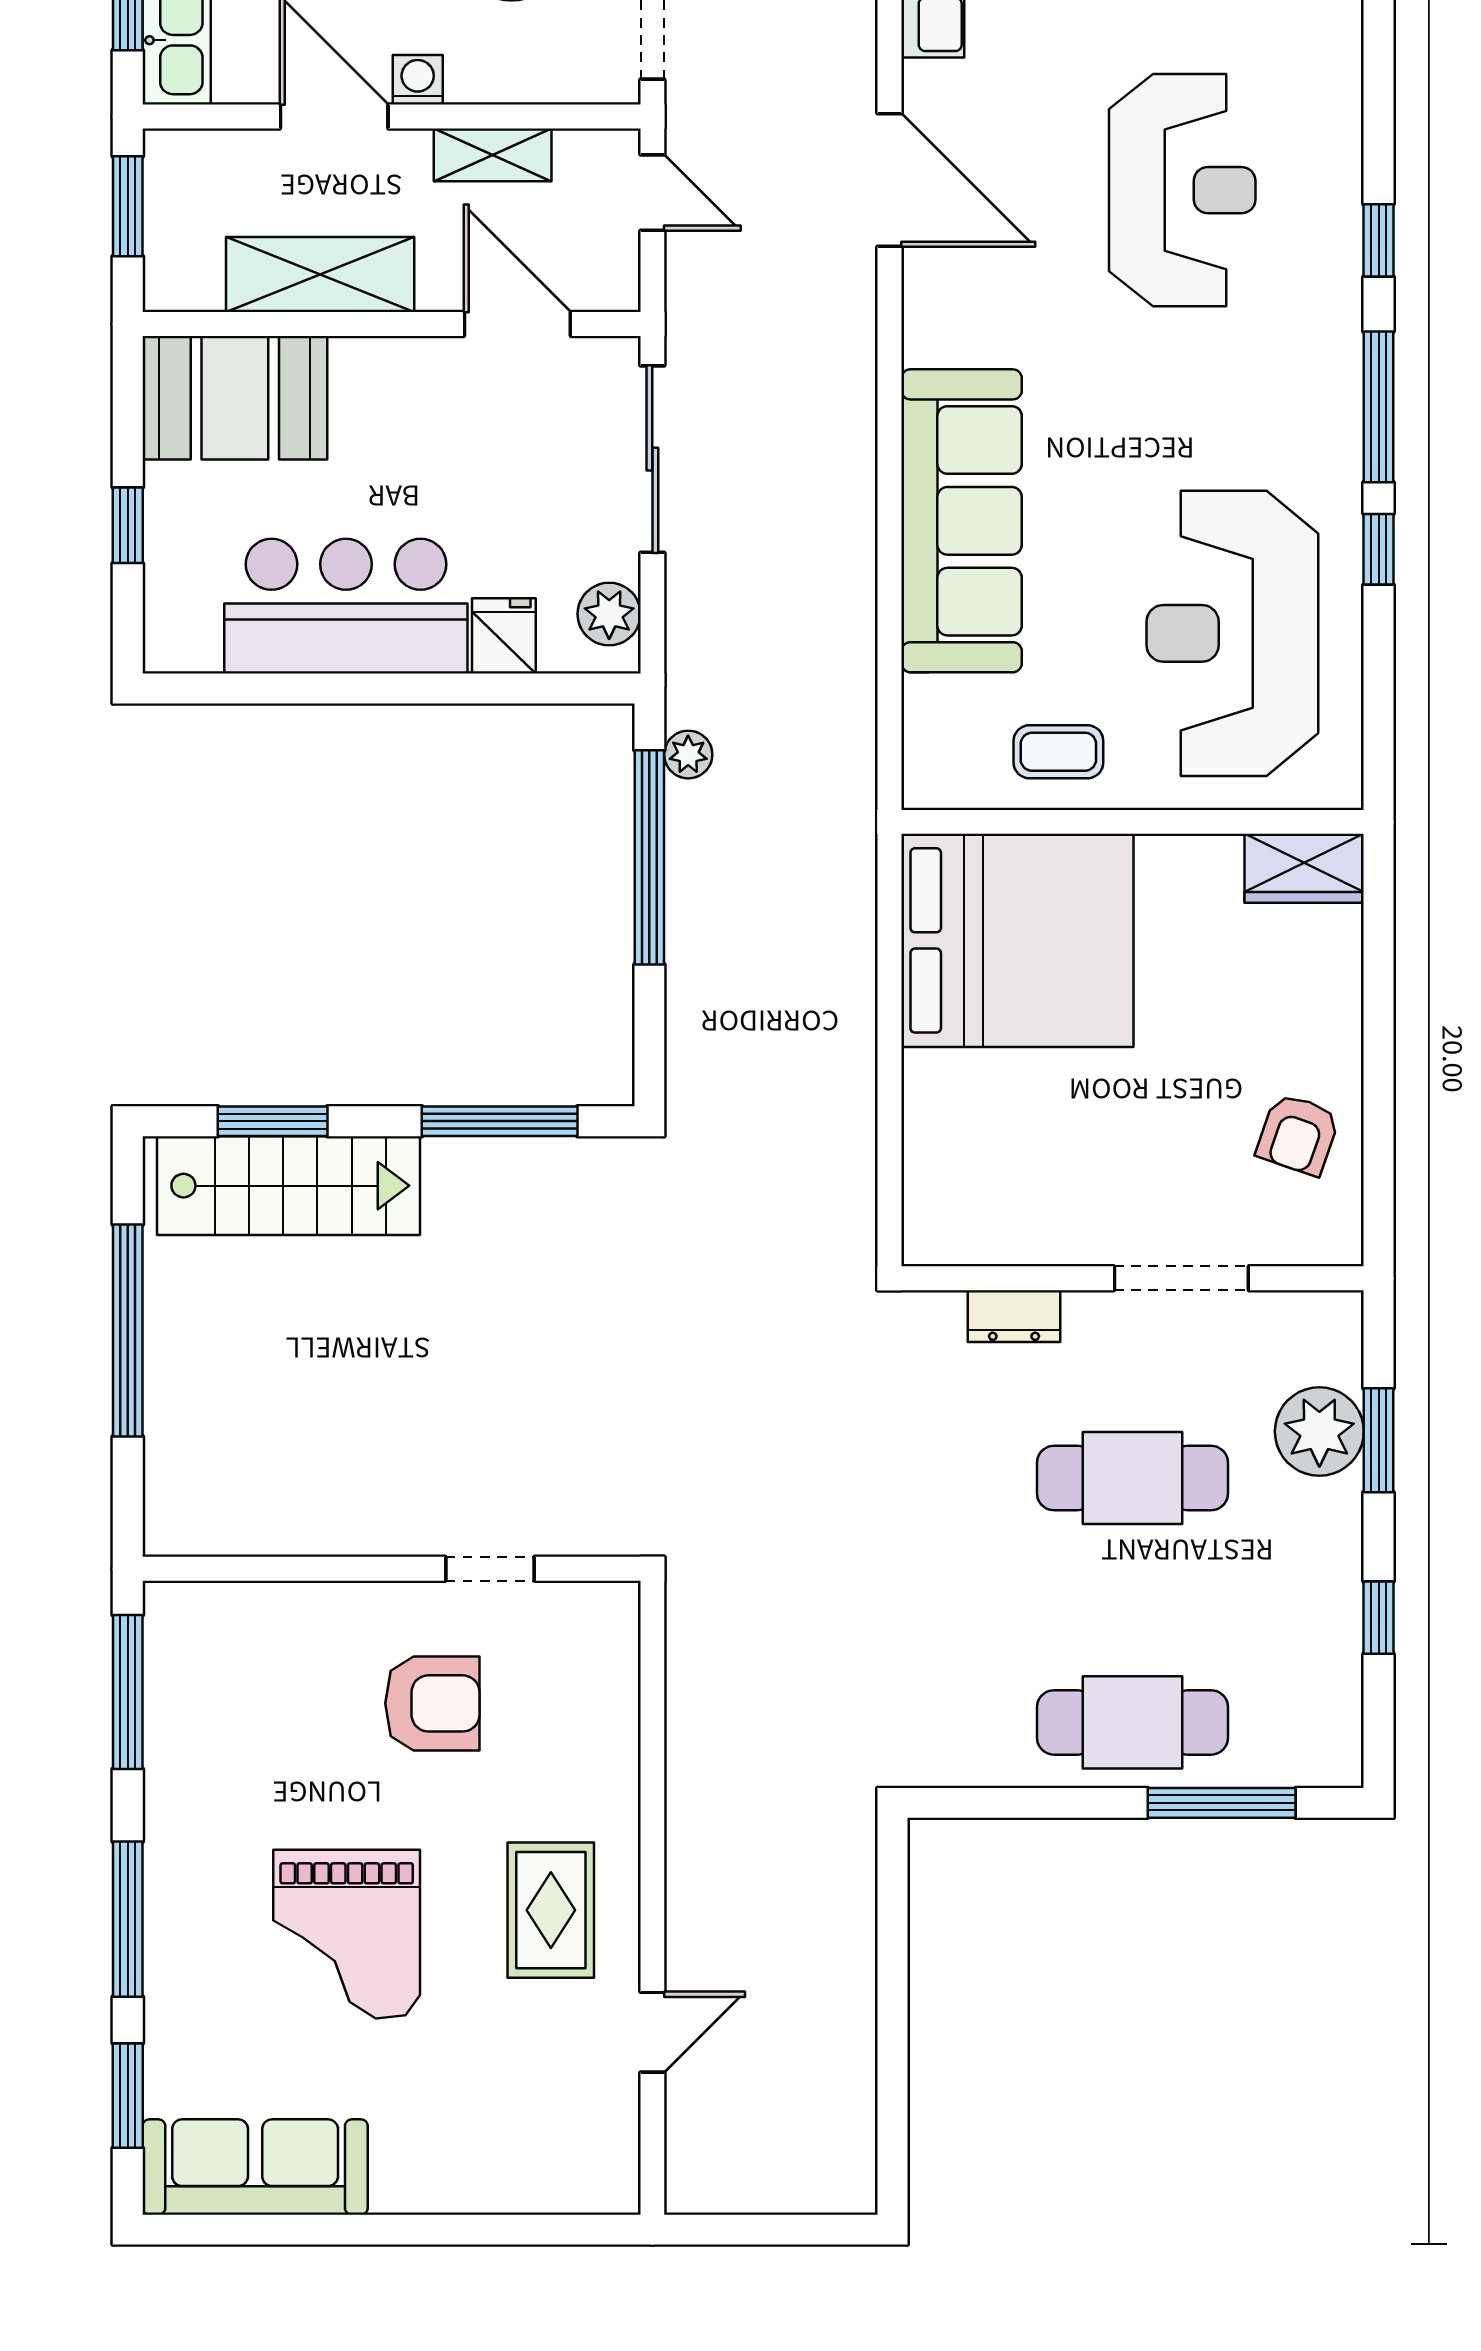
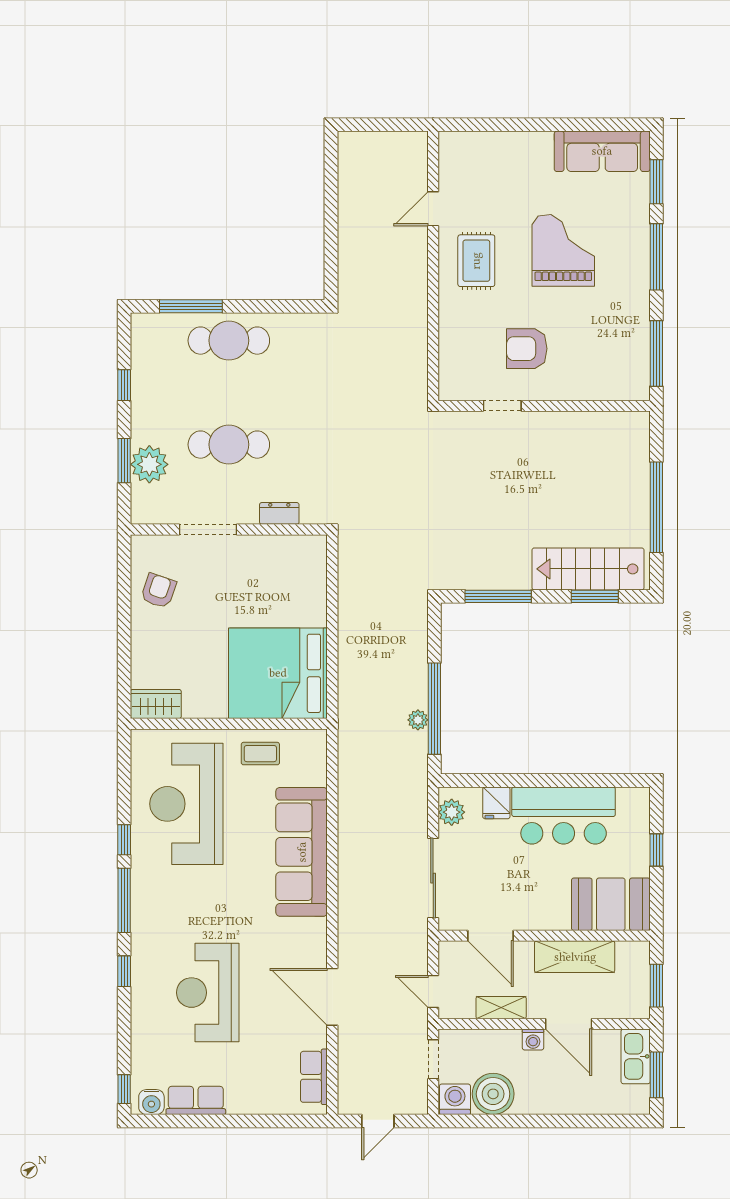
reception desk: (1232, 633) -> (186, 804), turned 180
plant: (688, 755) -> (418, 720), moved

